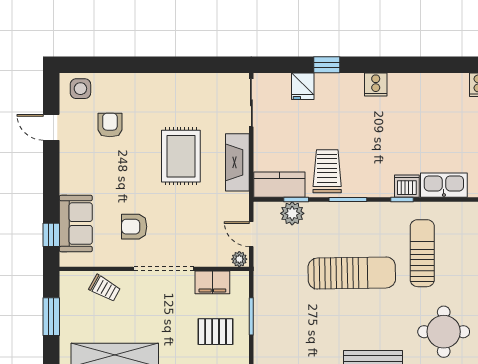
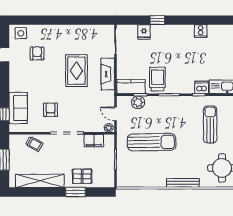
cooker: (376, 85) -> (201, 31), moved
armchair: (134, 227) -> (50, 110), turned 90
sun lounger: (352, 273) -> (152, 142), moved
pallet: (216, 332) -> (82, 176), moved

